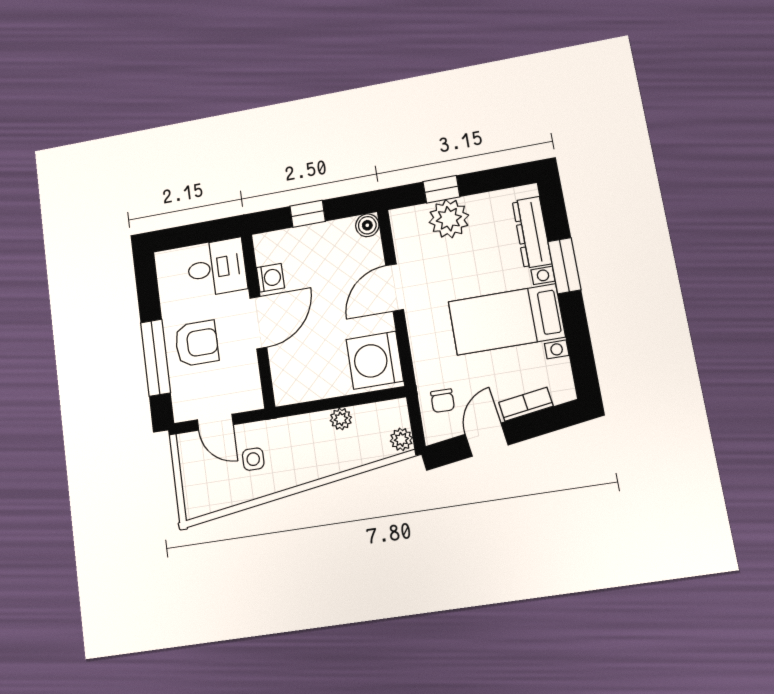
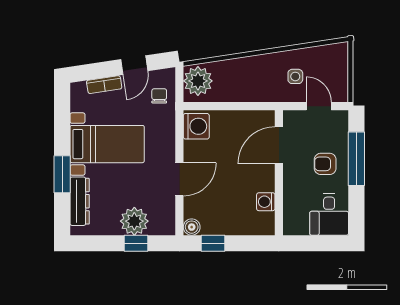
window: (308, 214) -> (213, 243), moved
desk: (217, 268) -> (329, 214), moved, turned -90
door: (258, 323) -> (279, 145), moved
armchair: (197, 343) -> (325, 164), width x0.72, depth x0.72
washing machine: (375, 360) -> (196, 126), width x0.73, depth x0.73
plant: (341, 419) -> (230, 94), removed
plant: (401, 439) -> (198, 81), width x1.88, depth x1.88

